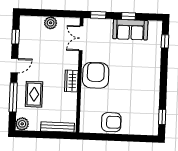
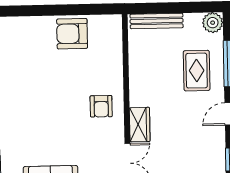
armchair: (96, 75) -> (101, 106), width x0.53, depth x0.53
wardrobe: (71, 81) -> (140, 125), moved

